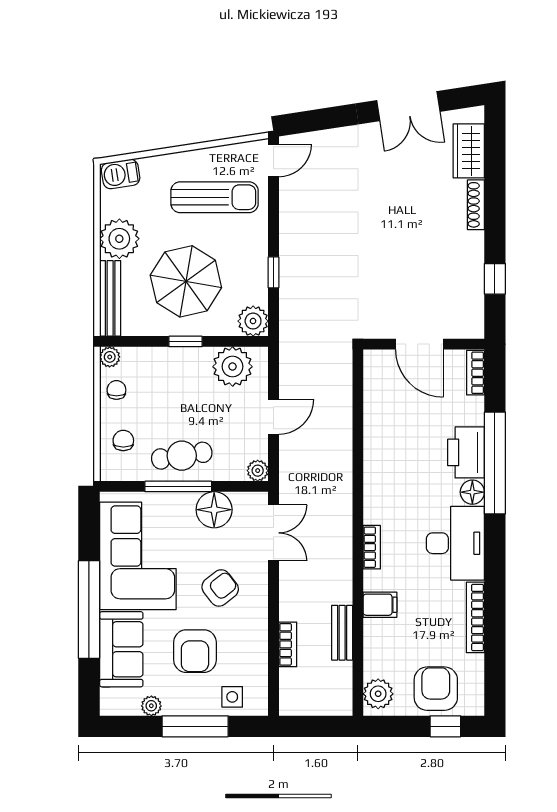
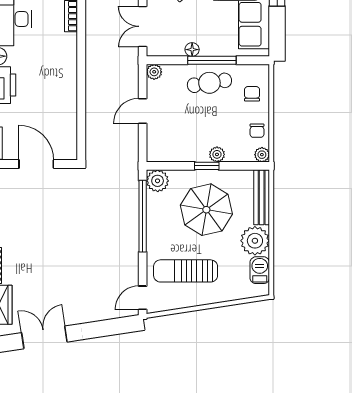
barbecue: (121, 174) -> (260, 270), moved, turned -81
window: (273, 272) -> (143, 216), width x3.17
plant: (233, 367) -> (217, 154), moved, width x0.53, depth x0.53
chair: (123, 441) -> (252, 94), turned 180
floor lamp: (214, 510) -> (192, 50), width x0.53, depth x0.53

